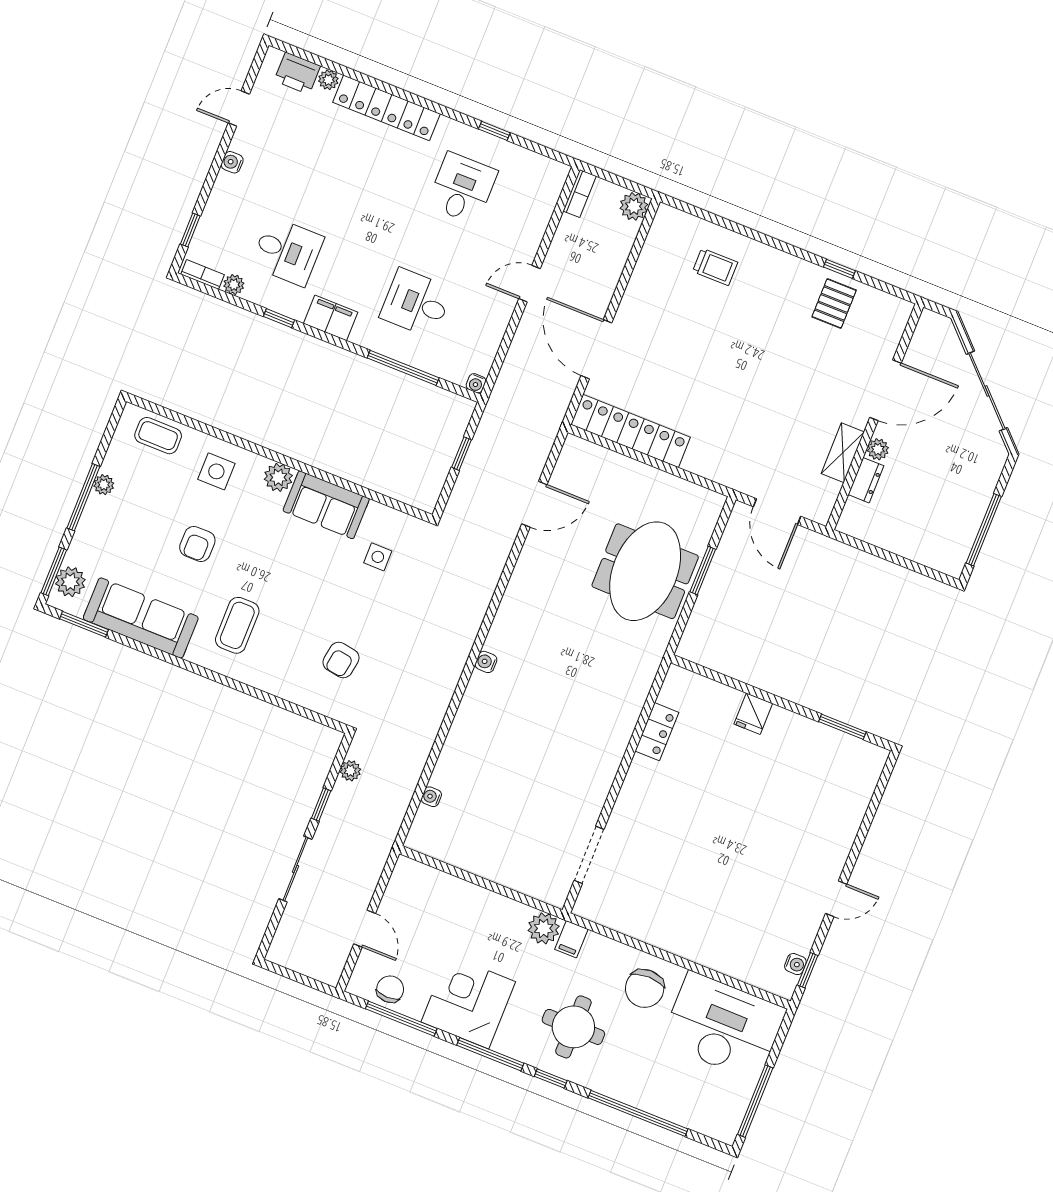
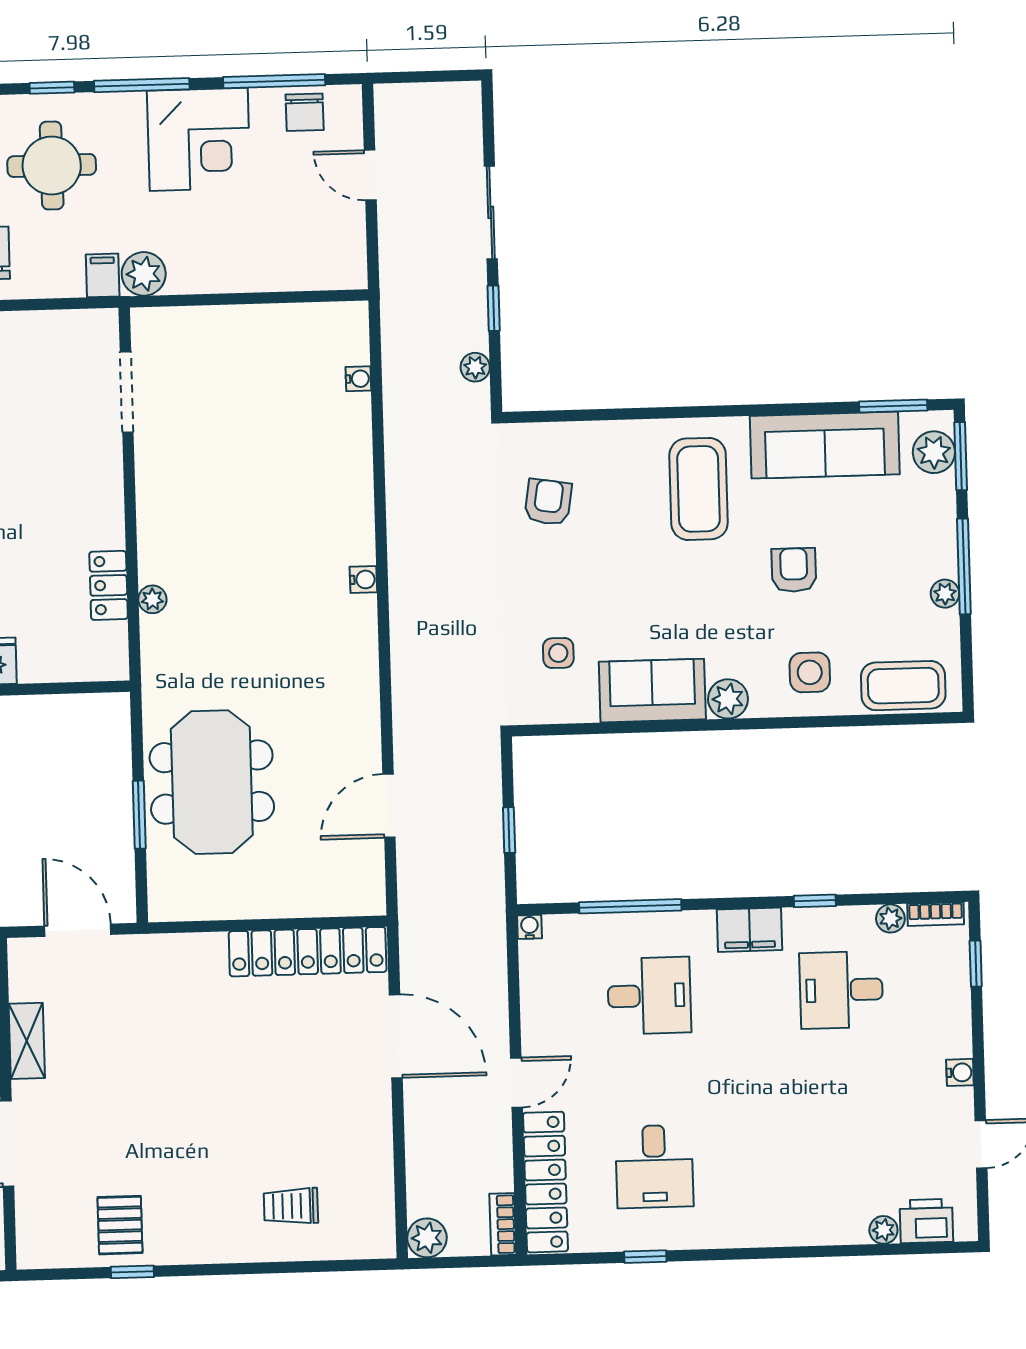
locker: (386, 108) -> (545, 1182), moved, turned 90
coffee table: (158, 436) -> (903, 686), width x1.36, depth x1.30
coffee table: (237, 625) -> (699, 489), width x1.36, depth x1.32
plant: (632, 710) -> (152, 599), added

